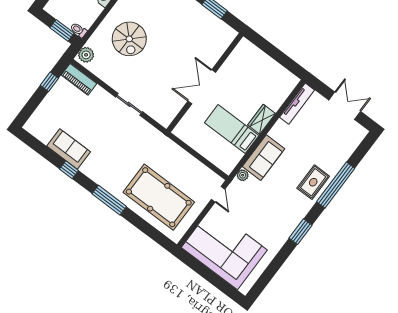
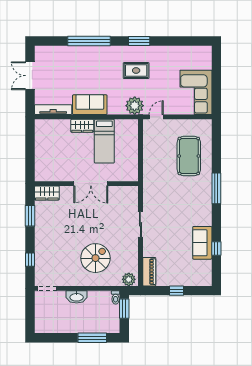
wardrobe: (224, 39) -> (47, 193), added
window: (49, 82) -> (177, 291), moved
sofa: (263, 158) -> (90, 105), moved
window: (69, 170) -> (216, 249), moved
plant: (243, 175) -> (135, 106), width x1.87, depth x1.87
rug: (313, 182) -> (136, 71), moved
pool table: (159, 197) -> (189, 156), width x0.73, depth x0.76
corner sofa: (224, 249) -> (196, 92), width x0.73, depth x0.74

